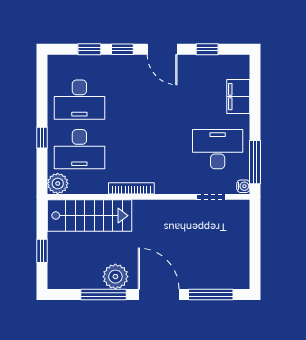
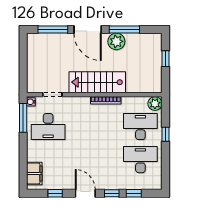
filing cabinet: (238, 97) -> (34, 174), moved
stairs: (89, 216) -> (97, 82), moved

